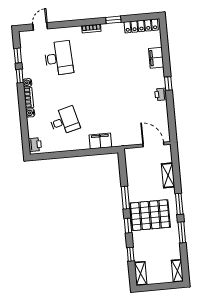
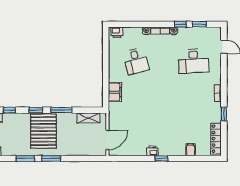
filing cabinet: (156, 58) -> (191, 150), width x0.50
shelving: (168, 175) -> (89, 118), moved

